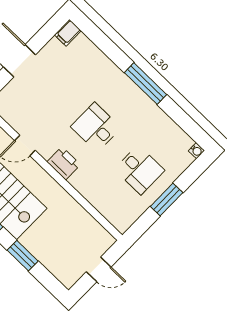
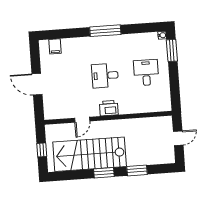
filing cabinet: (68, 33) -> (55, 46), moved
desk: (139, 170) -> (146, 73), turned -90
window: (167, 200) -> (172, 50), moved

